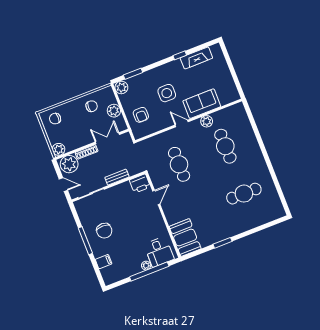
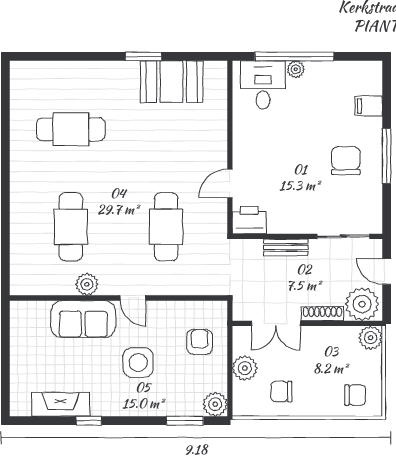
booth: (185, 238) -> (172, 82), moved, turned 90

